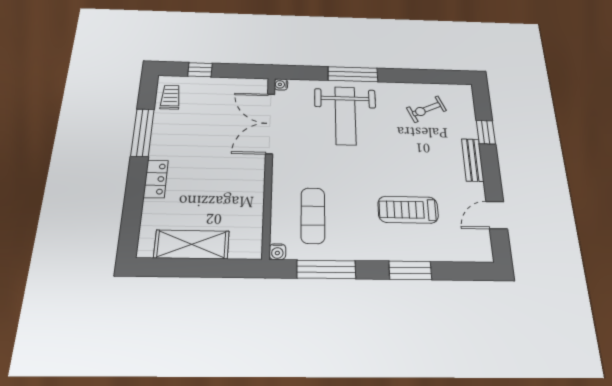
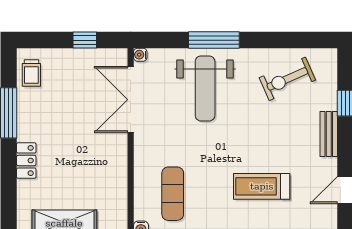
window: (200, 70) -> (85, 40), moved
trolley: (171, 97) -> (31, 73), turned 180
exercise bike: (426, 109) -> (287, 79), width x1.38, depth x1.39

